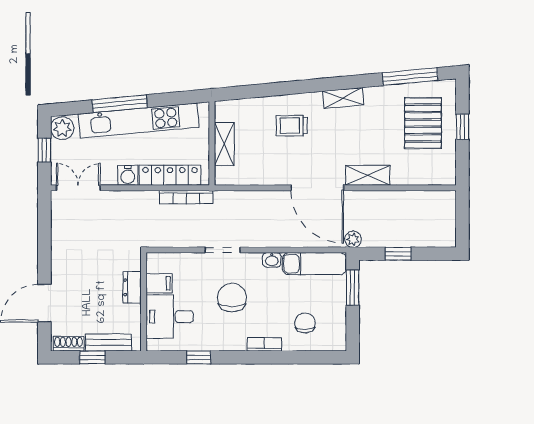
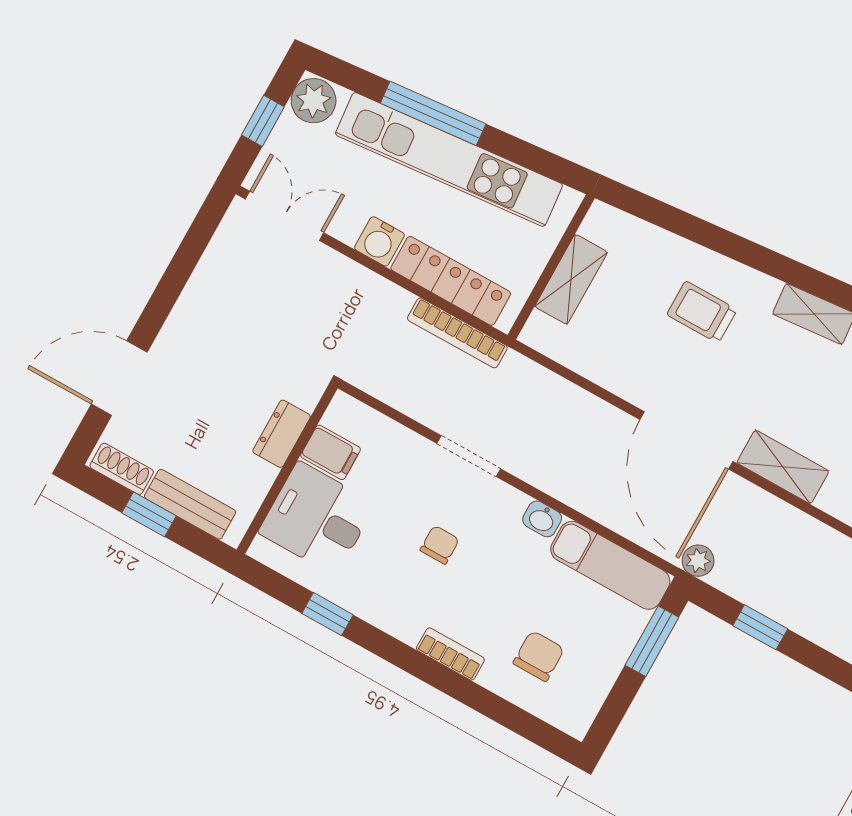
chair: (232, 298) -> (440, 545), width x0.54, depth x0.54

